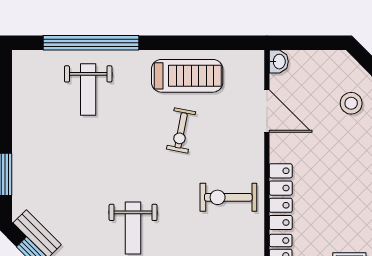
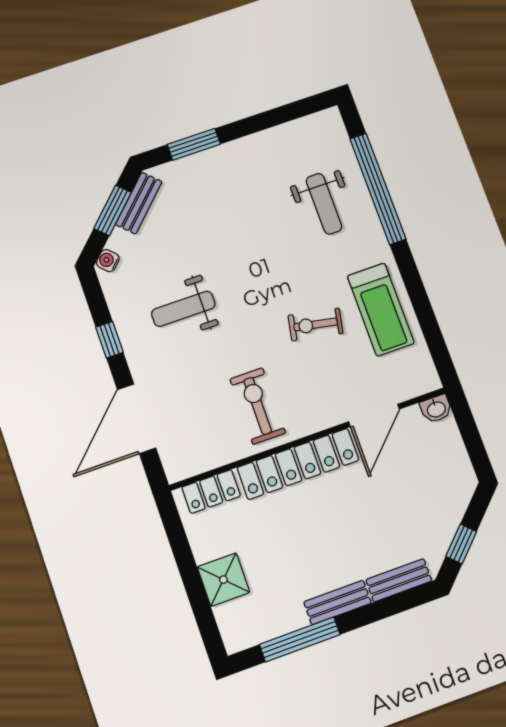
weight bench: (88, 89) -> (324, 204), turned -90
stool: (351, 103) -> (419, 511), removed
locker: (281, 197) -> (298, 464), width x1.41, depth x1.21

